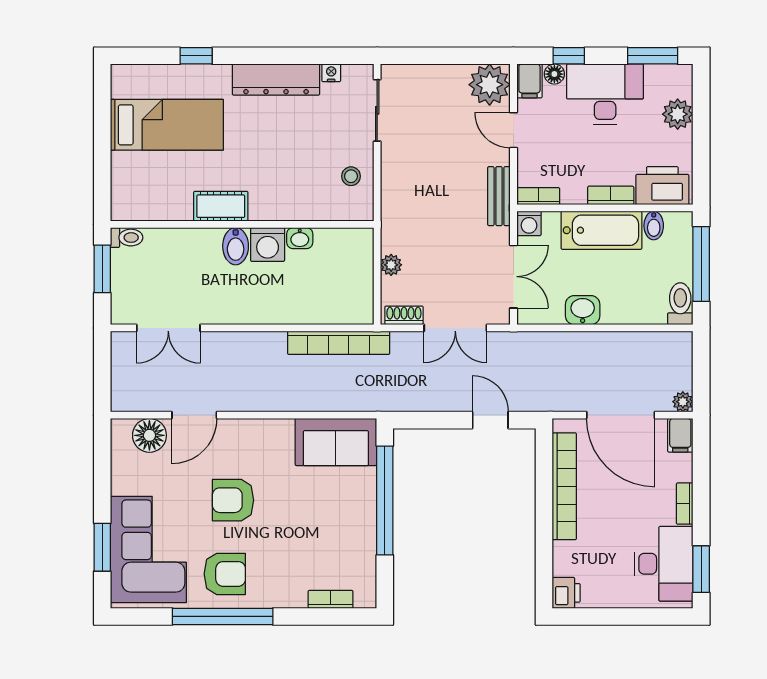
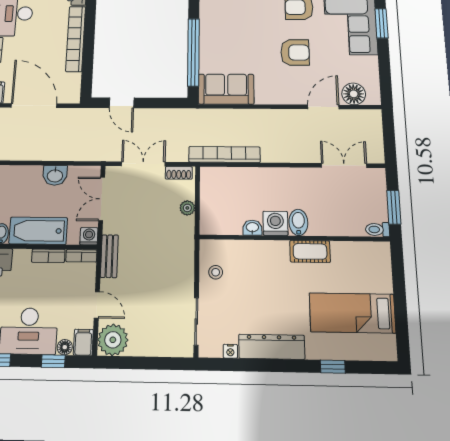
bookcase: (611, 195) -> (48, 256), moved
bookcase: (564, 486) -> (76, 39), moved

